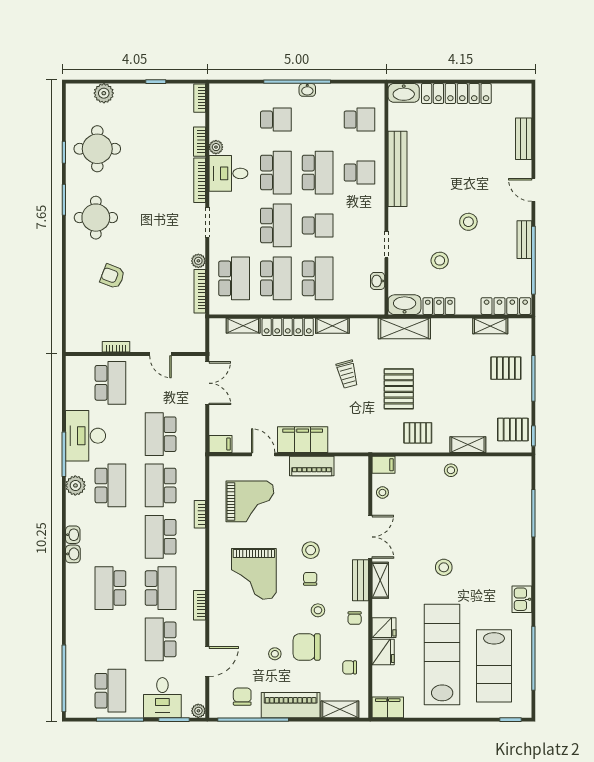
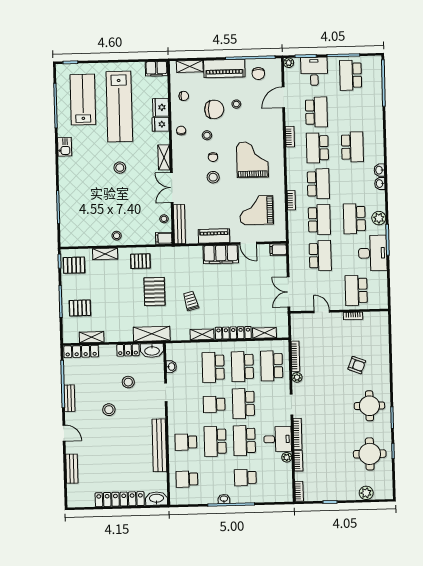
bench: (361, 580) -> (179, 224), moved, width x1.36

